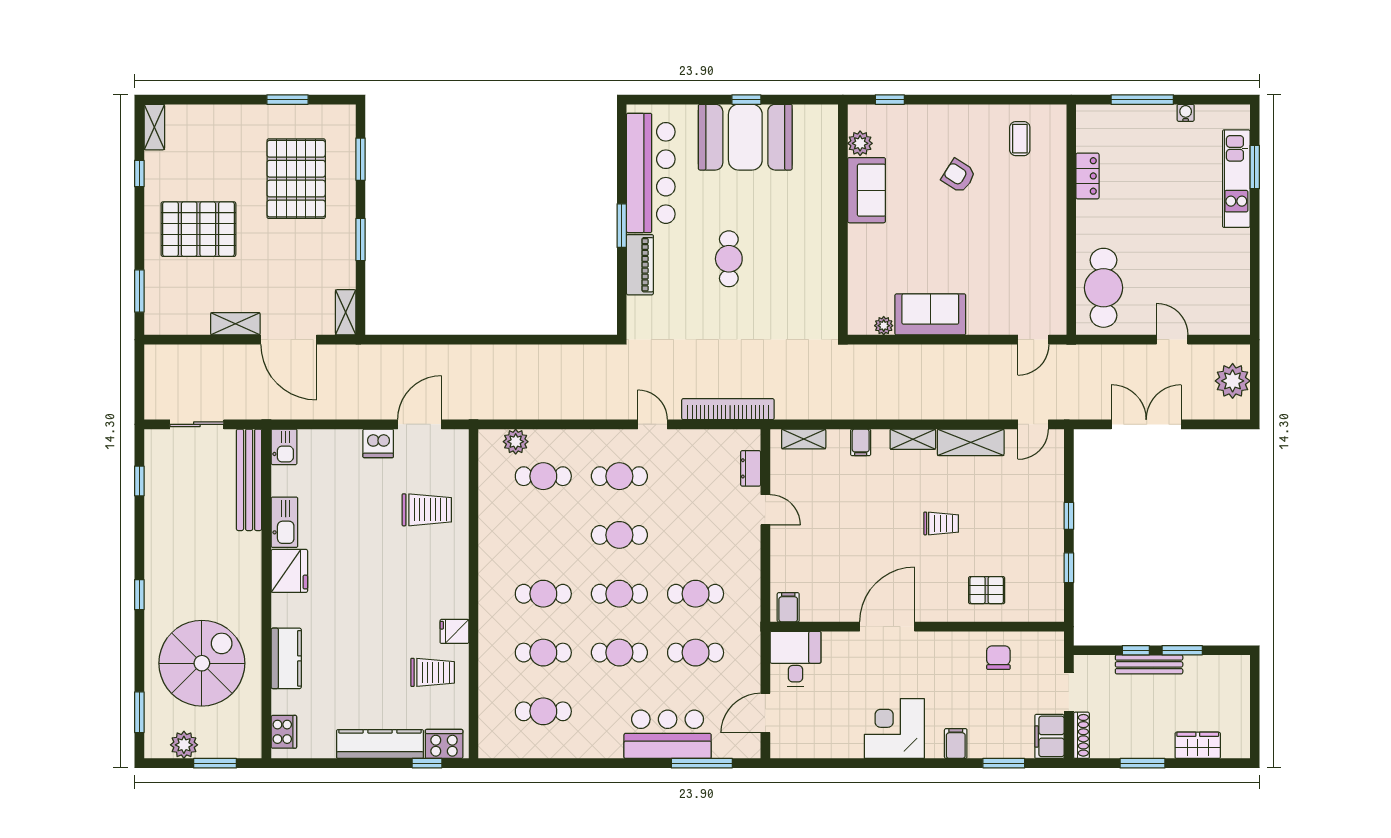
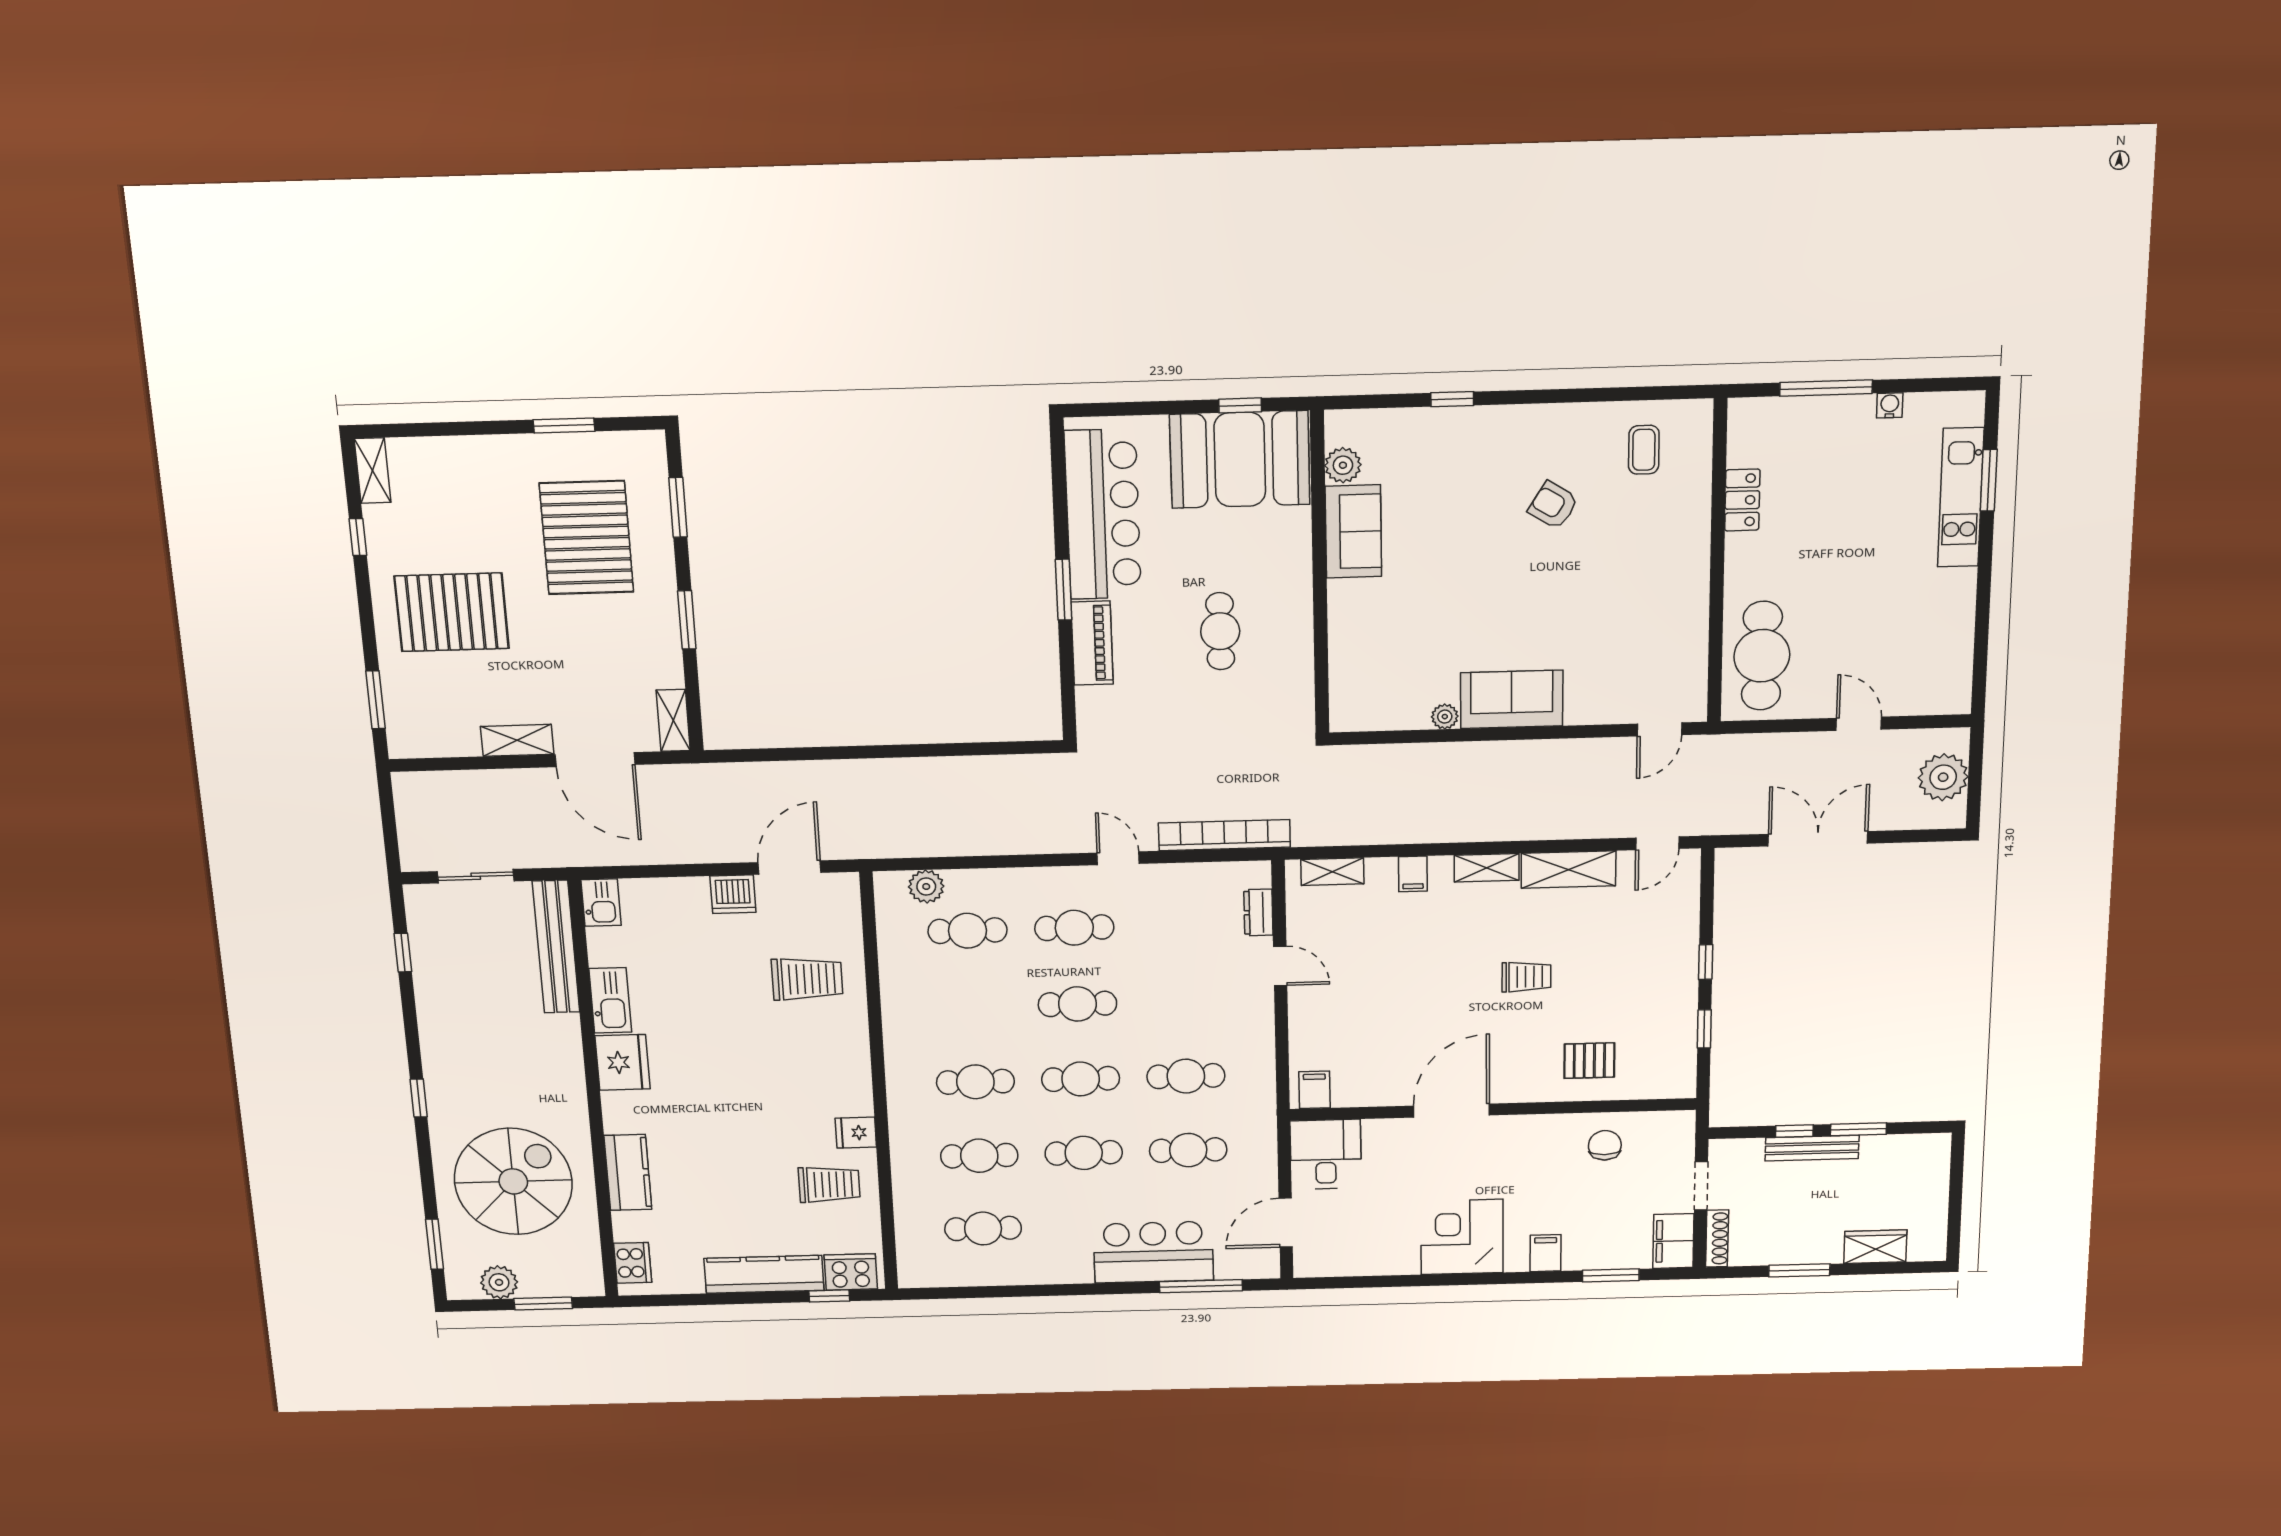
plant: (860, 143) -> (1343, 465), moved
sofa: (867, 190) -> (1353, 531), moved
wall: (843, 220) -> (1320, 574), moved

